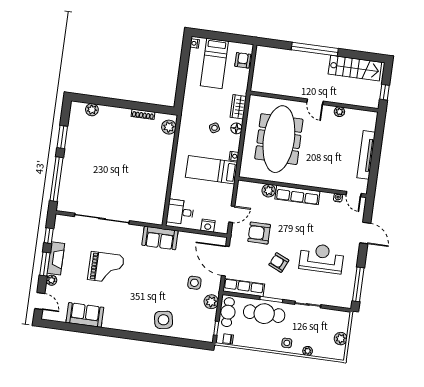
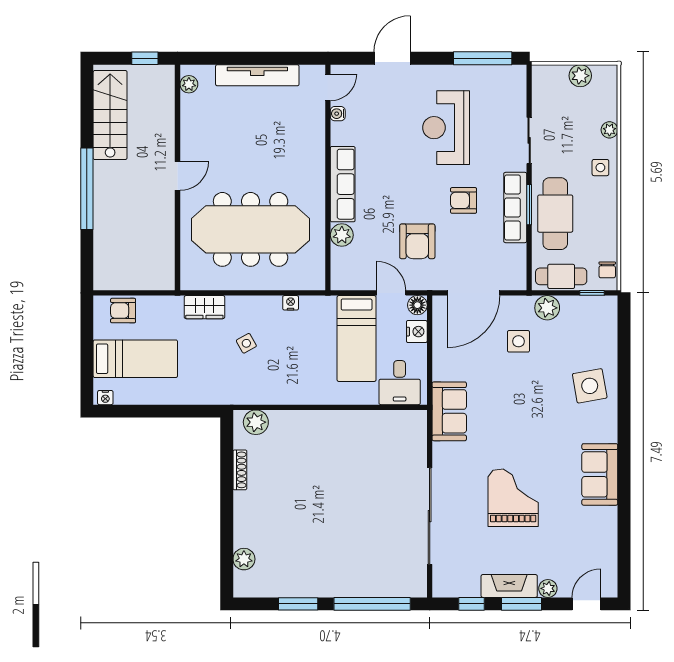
plant: (339, 112) -> (189, 84), moved
floor lamp: (236, 128) -> (417, 305), moved
bed: (211, 170) -> (357, 339), moved
armchair: (279, 263) -> (464, 200), turned 66
row of seats: (244, 288) -> (515, 208), moved
sofa: (85, 315) -> (600, 474), moved

